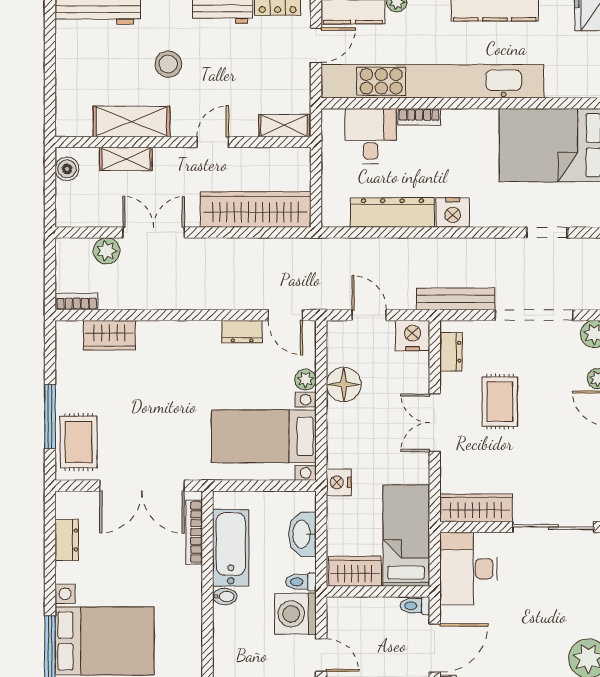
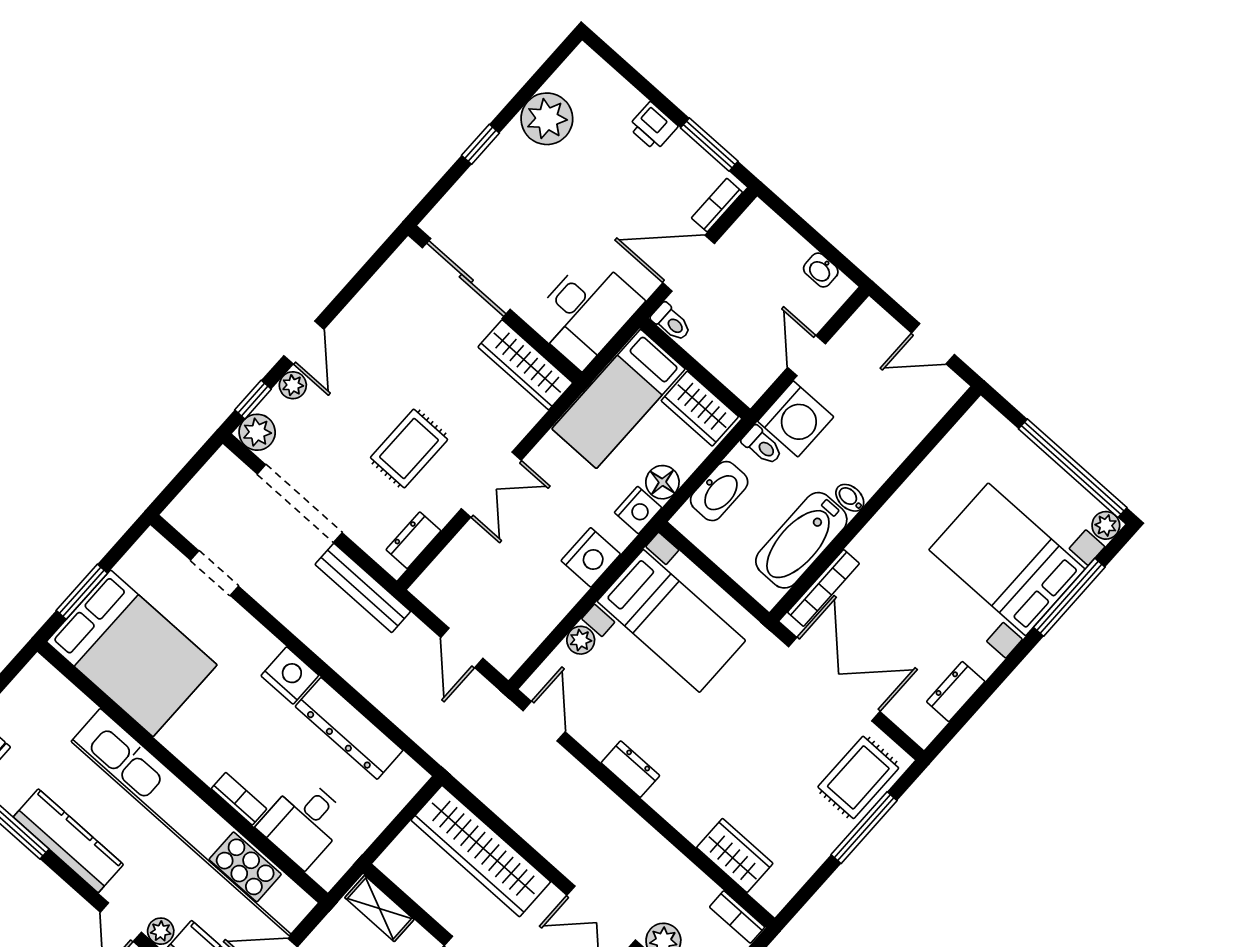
dresser: (242, 332) -> (630, 769), moved
nightstand: (413, 336) -> (591, 557), moved, turned -90
floor lamp: (344, 384) -> (662, 482), moved, width x0.73, depth x0.73

